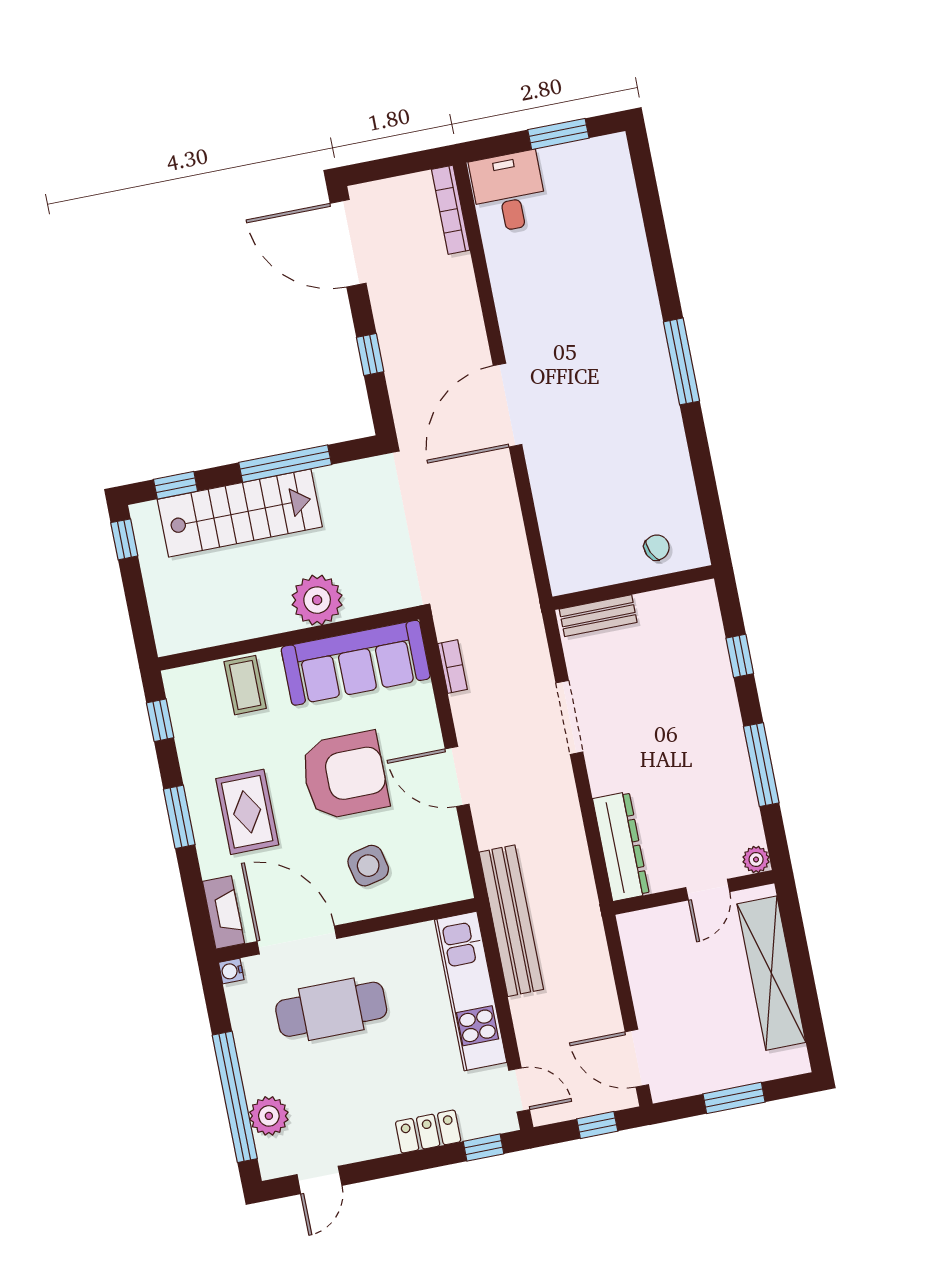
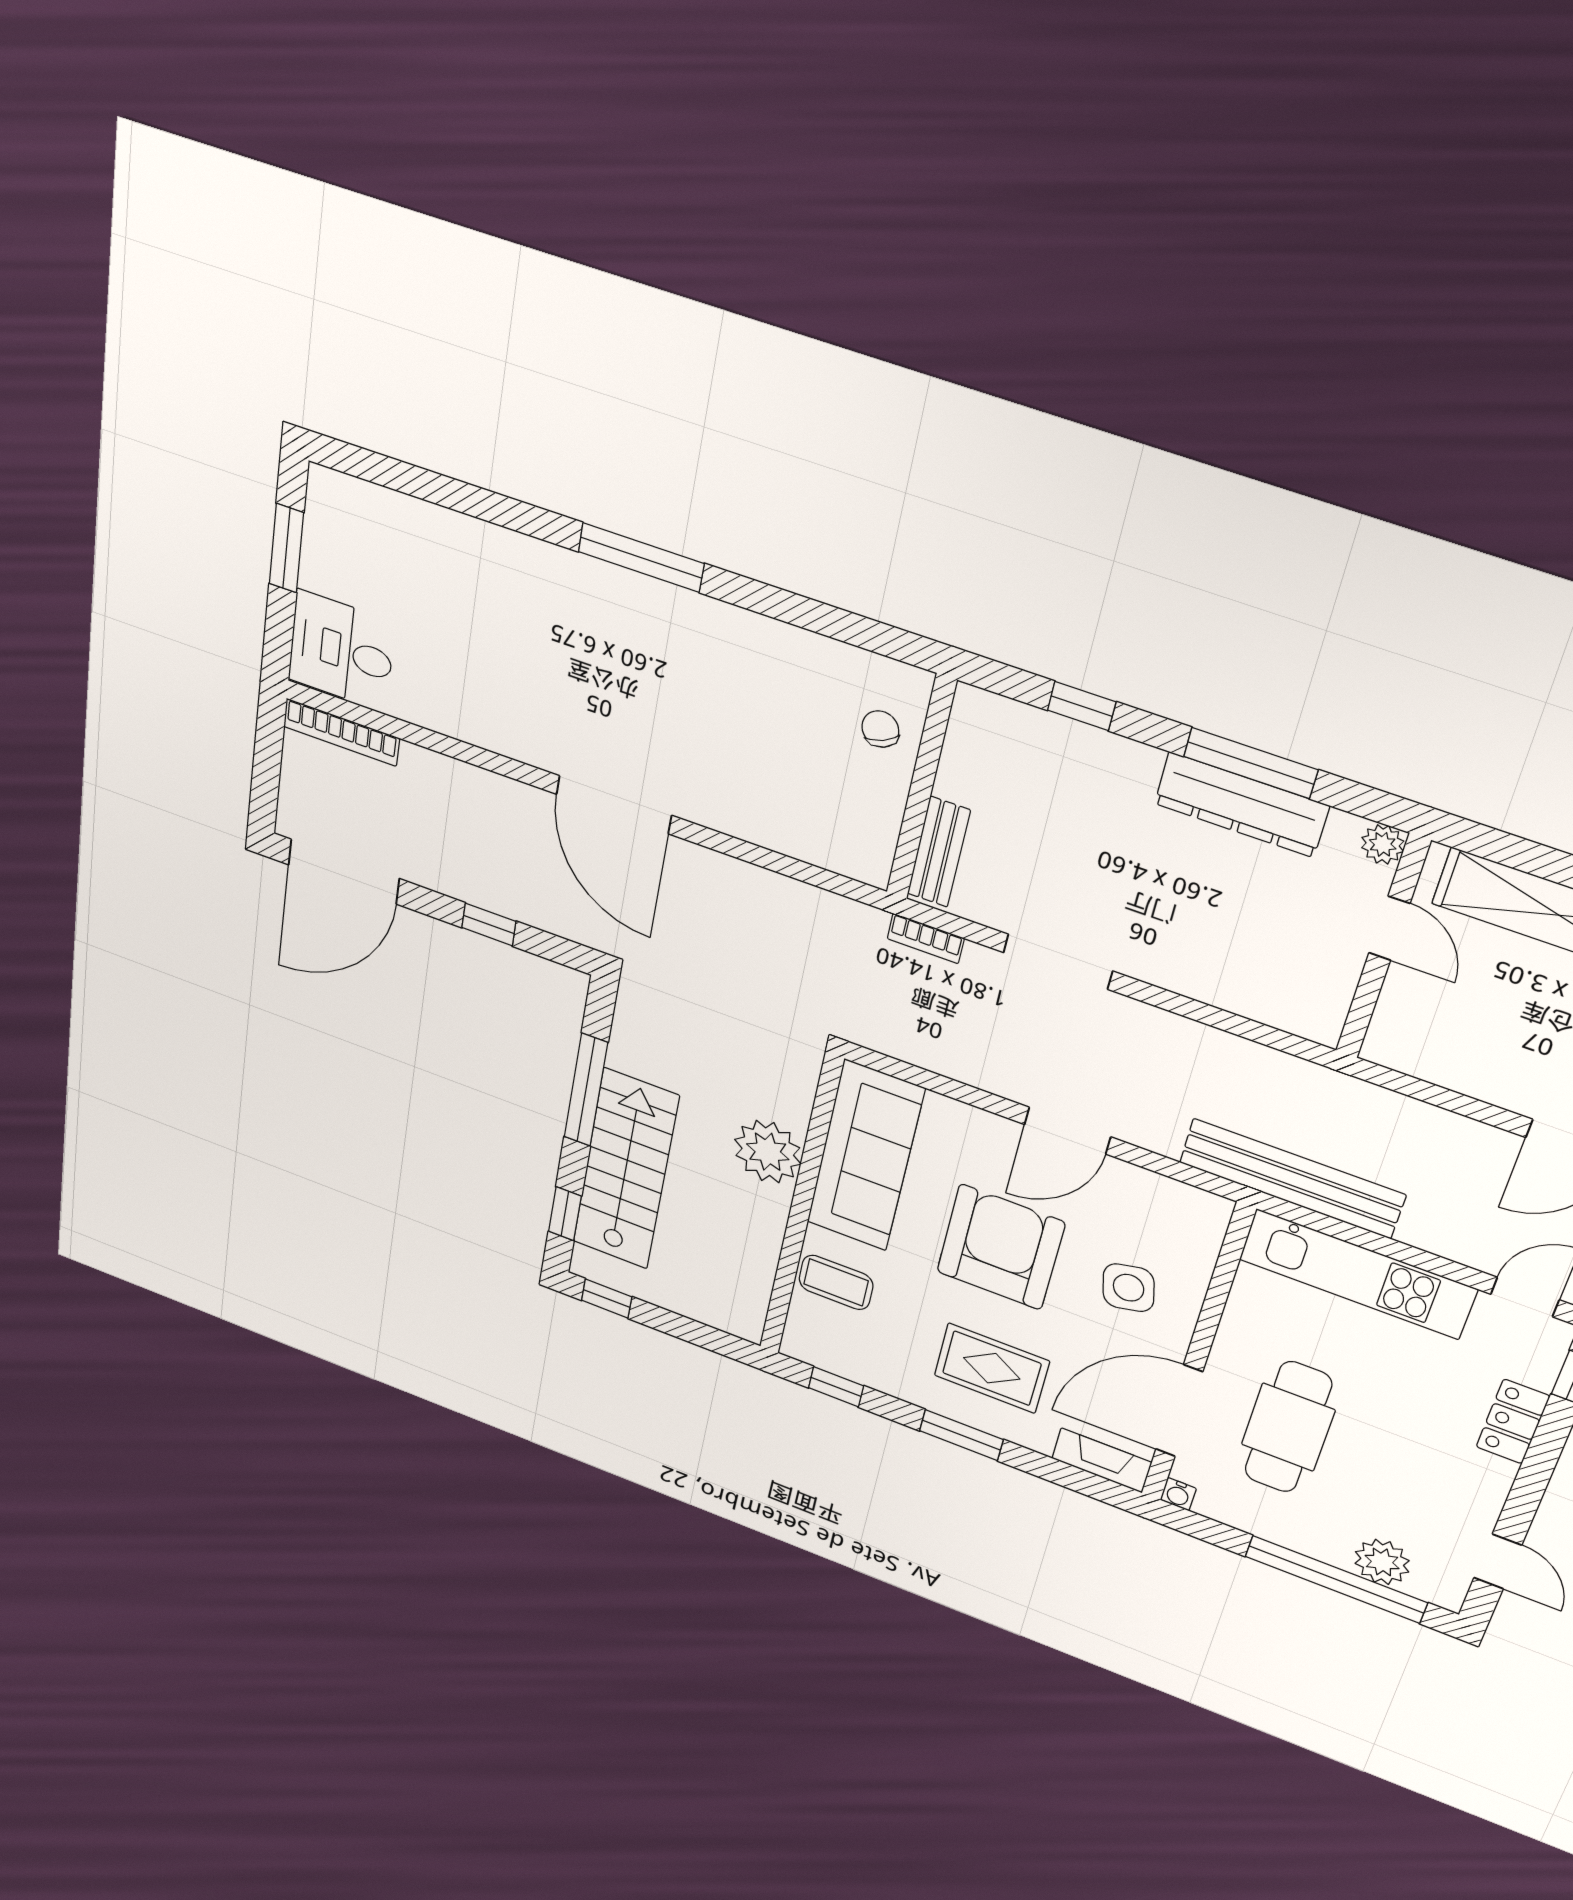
bookcase: (453, 667) -> (926, 938), moved, turned 180
dresser: (621, 846) -> (1241, 805), moved, turned 180

